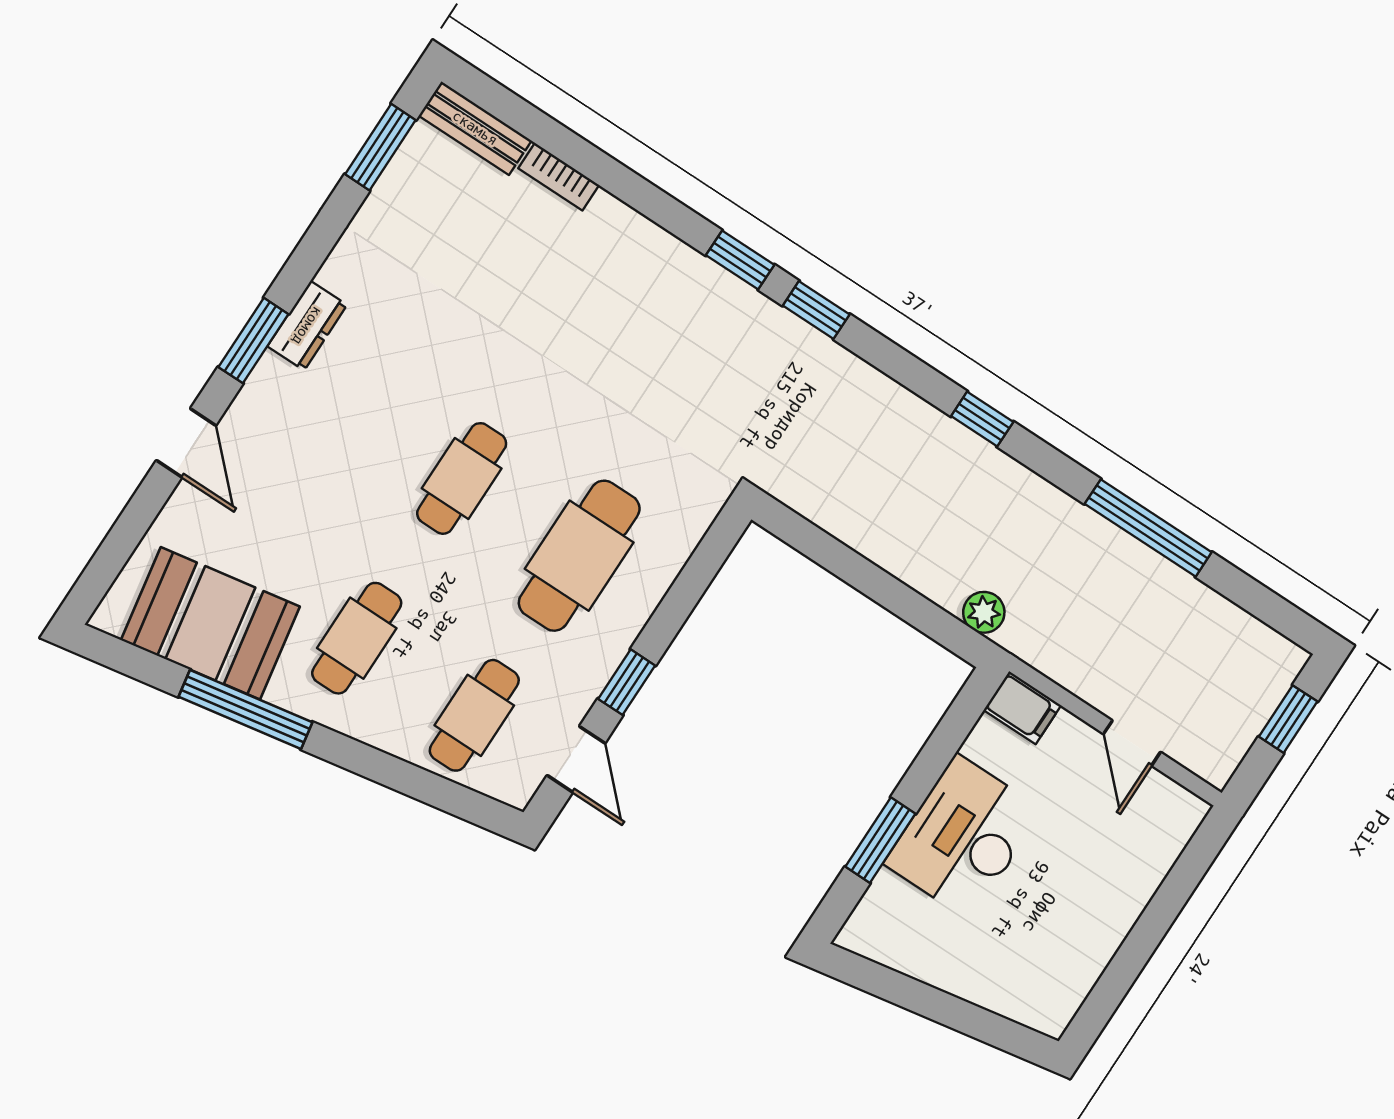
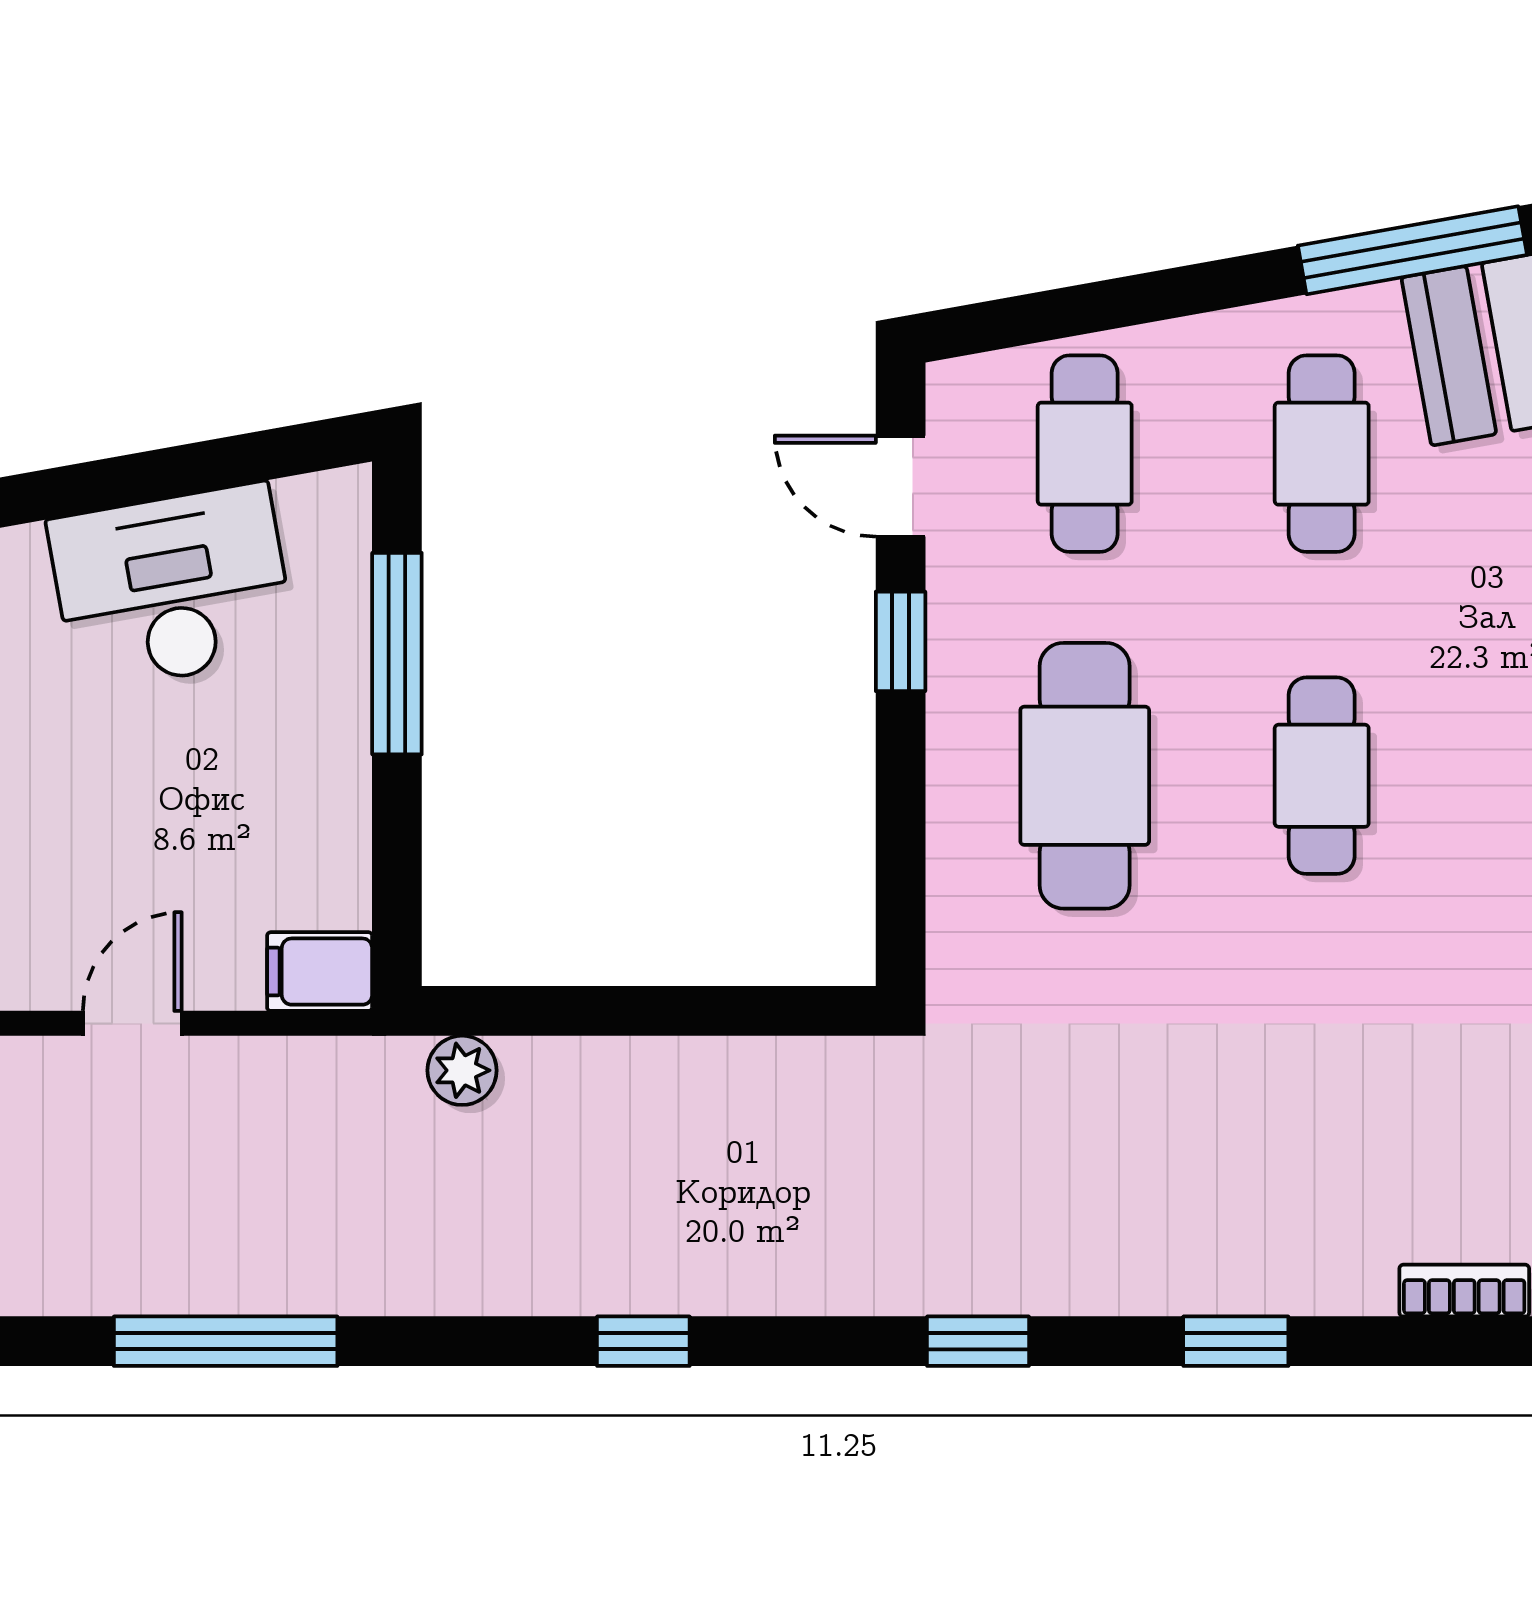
window: (740, 260) -> (1236, 1341), moved
window: (1148, 528) -> (226, 1341), moved
door: (1132, 743) -> (132, 1023), hinge flipped
desk: (963, 837) -> (172, 587), moved, turned -100
window: (880, 840) -> (397, 654), width x1.44

